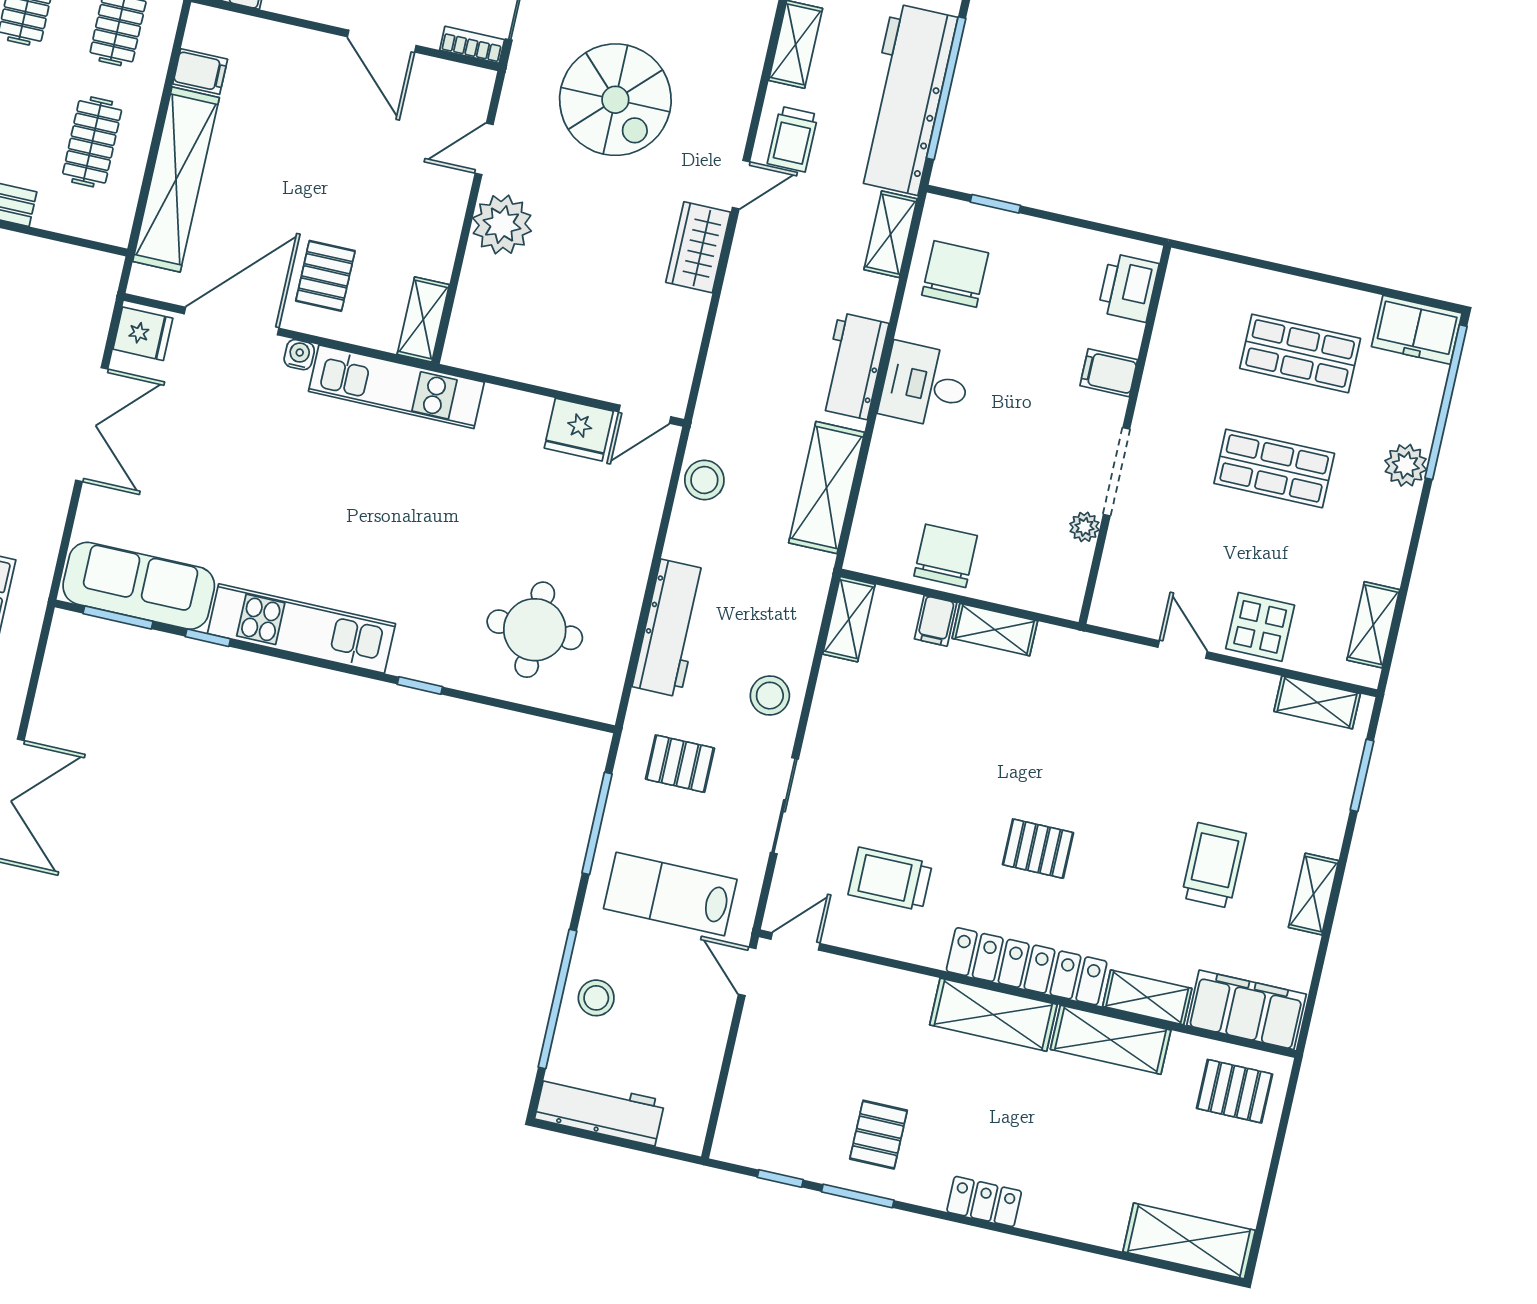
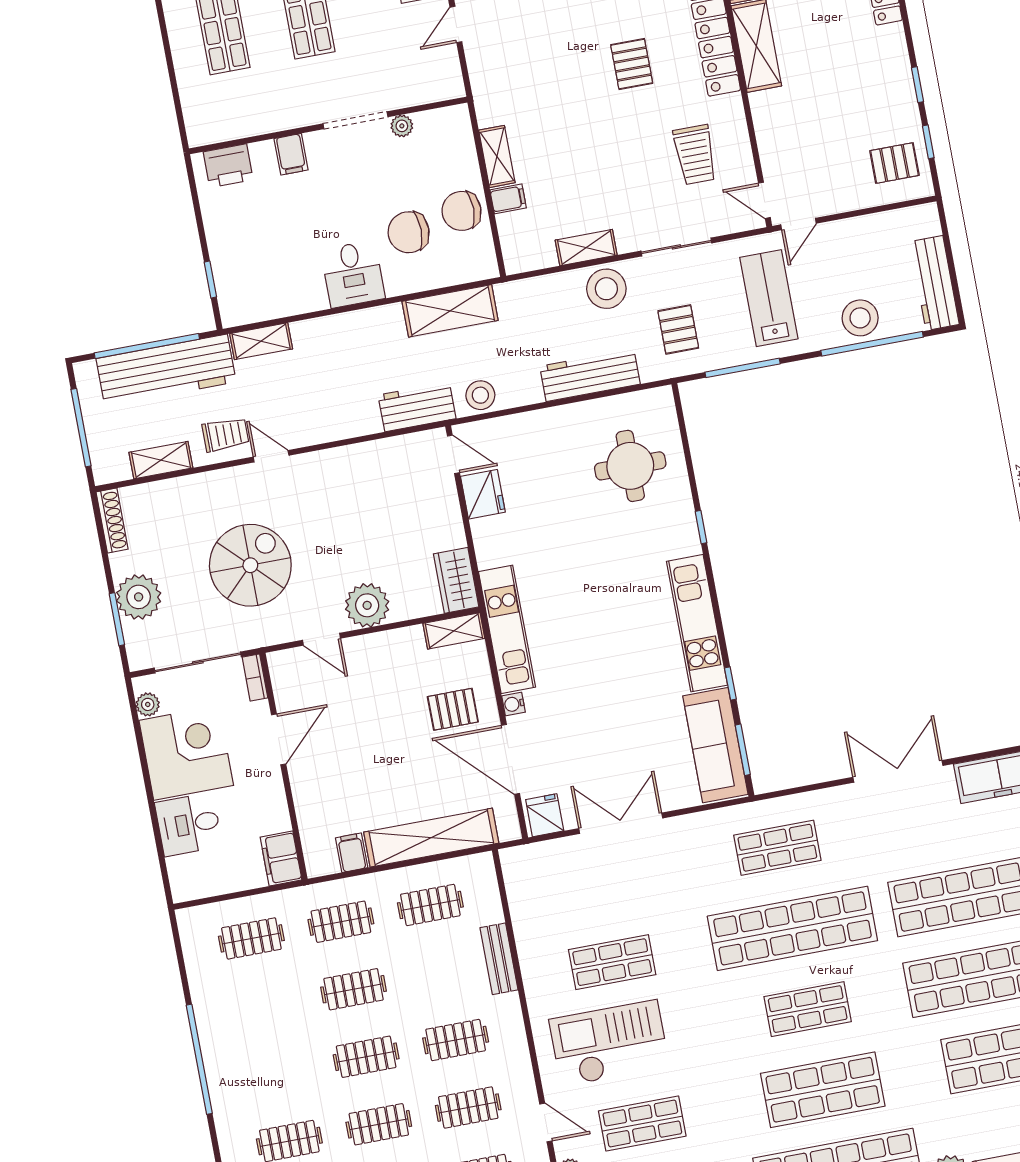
wardrobe: (698, 247) -> (456, 580), moved, turned 90
chair: (955, 274) -> (409, 232), moved
workbench: (853, 366) -> (417, 407), moved, turned 180
shelving: (849, 619) -> (586, 248), moved
stool: (770, 696) -> (606, 289), width x1.38, depth x1.38
lab bench: (670, 894) -> (769, 298), turned 180
stool: (596, 998) -> (860, 318), width x1.38, depth x1.38
pallet: (879, 1135) -> (894, 163), moved
window: (858, 1196) -> (918, 85), width x0.67

